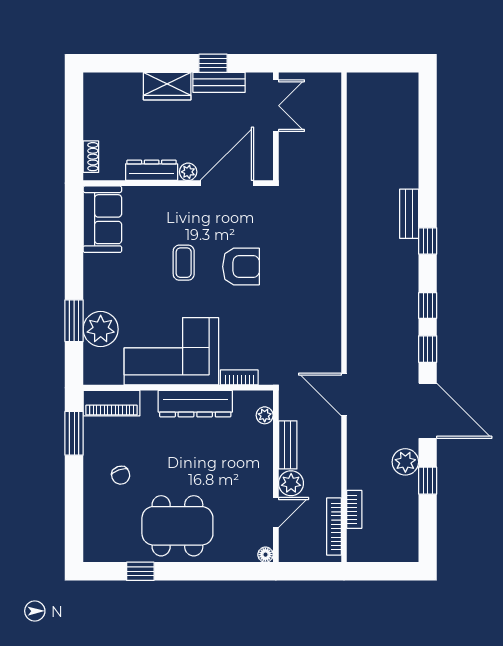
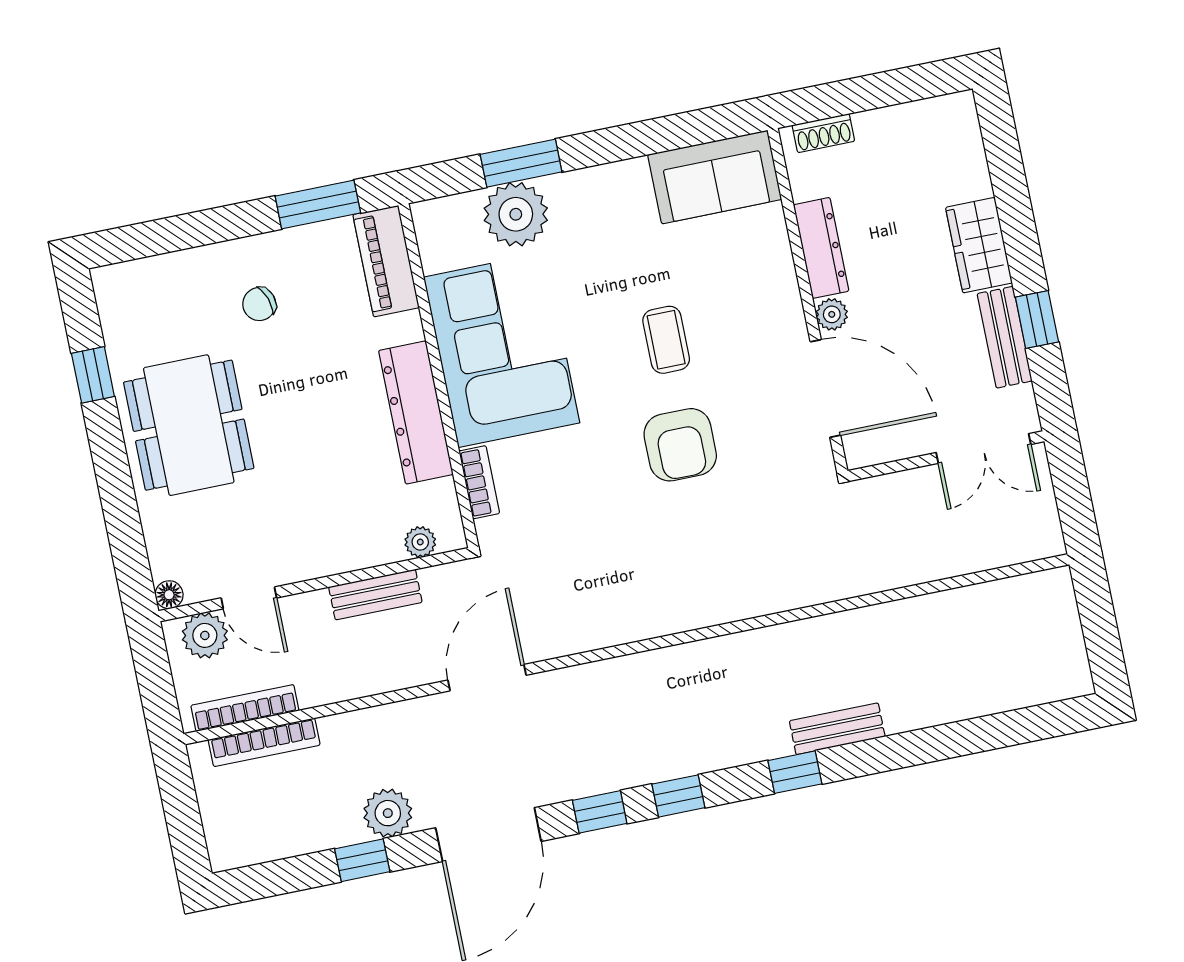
coffee table: (184, 263) -> (666, 340), turned 90
plant: (291, 483) -> (205, 635), moved
bookcase: (354, 509) -> (264, 742), width x1.56

